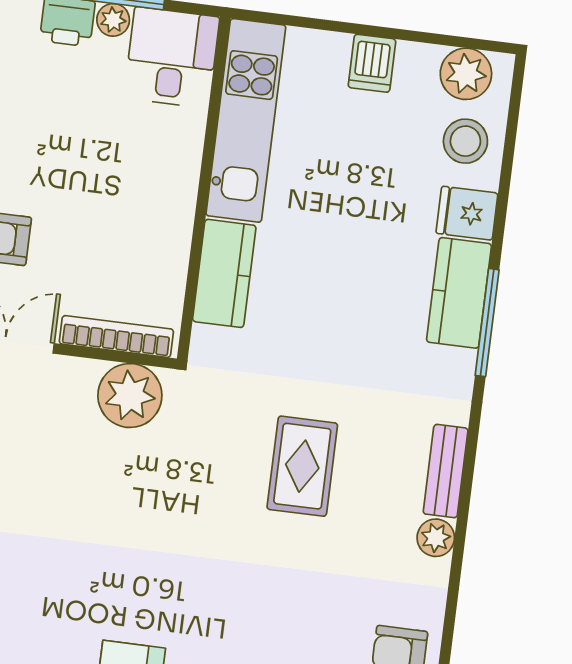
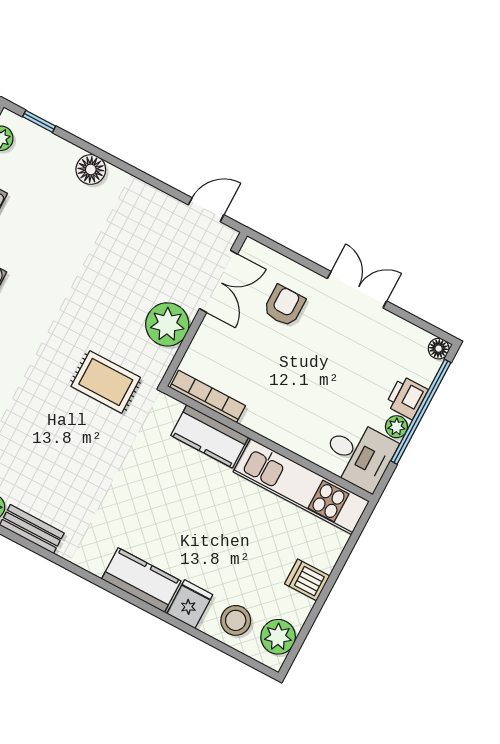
window: (487, 323) -> (116, 591), removed
bookcase: (116, 336) -> (208, 397), moved, turned -90
plant: (130, 396) -> (167, 324), moved
rug: (302, 466) -> (106, 382), moved

